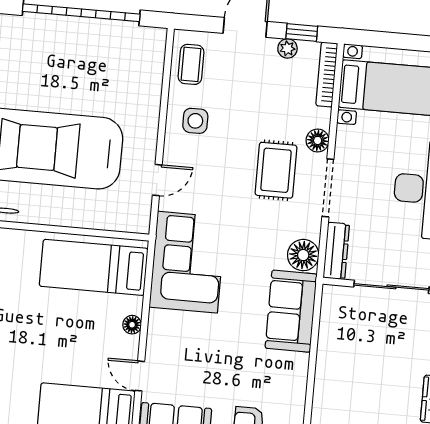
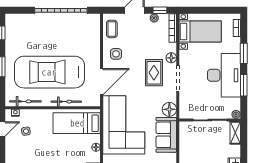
door: (157, 180) -> (101, 82), width x1.87
bicycle: (75, 217) -> (66, 102), added
dresser: (336, 251) -> (184, 106), removed
corner sofa: (187, 262) -> (124, 125), width x1.36, depth x1.36

